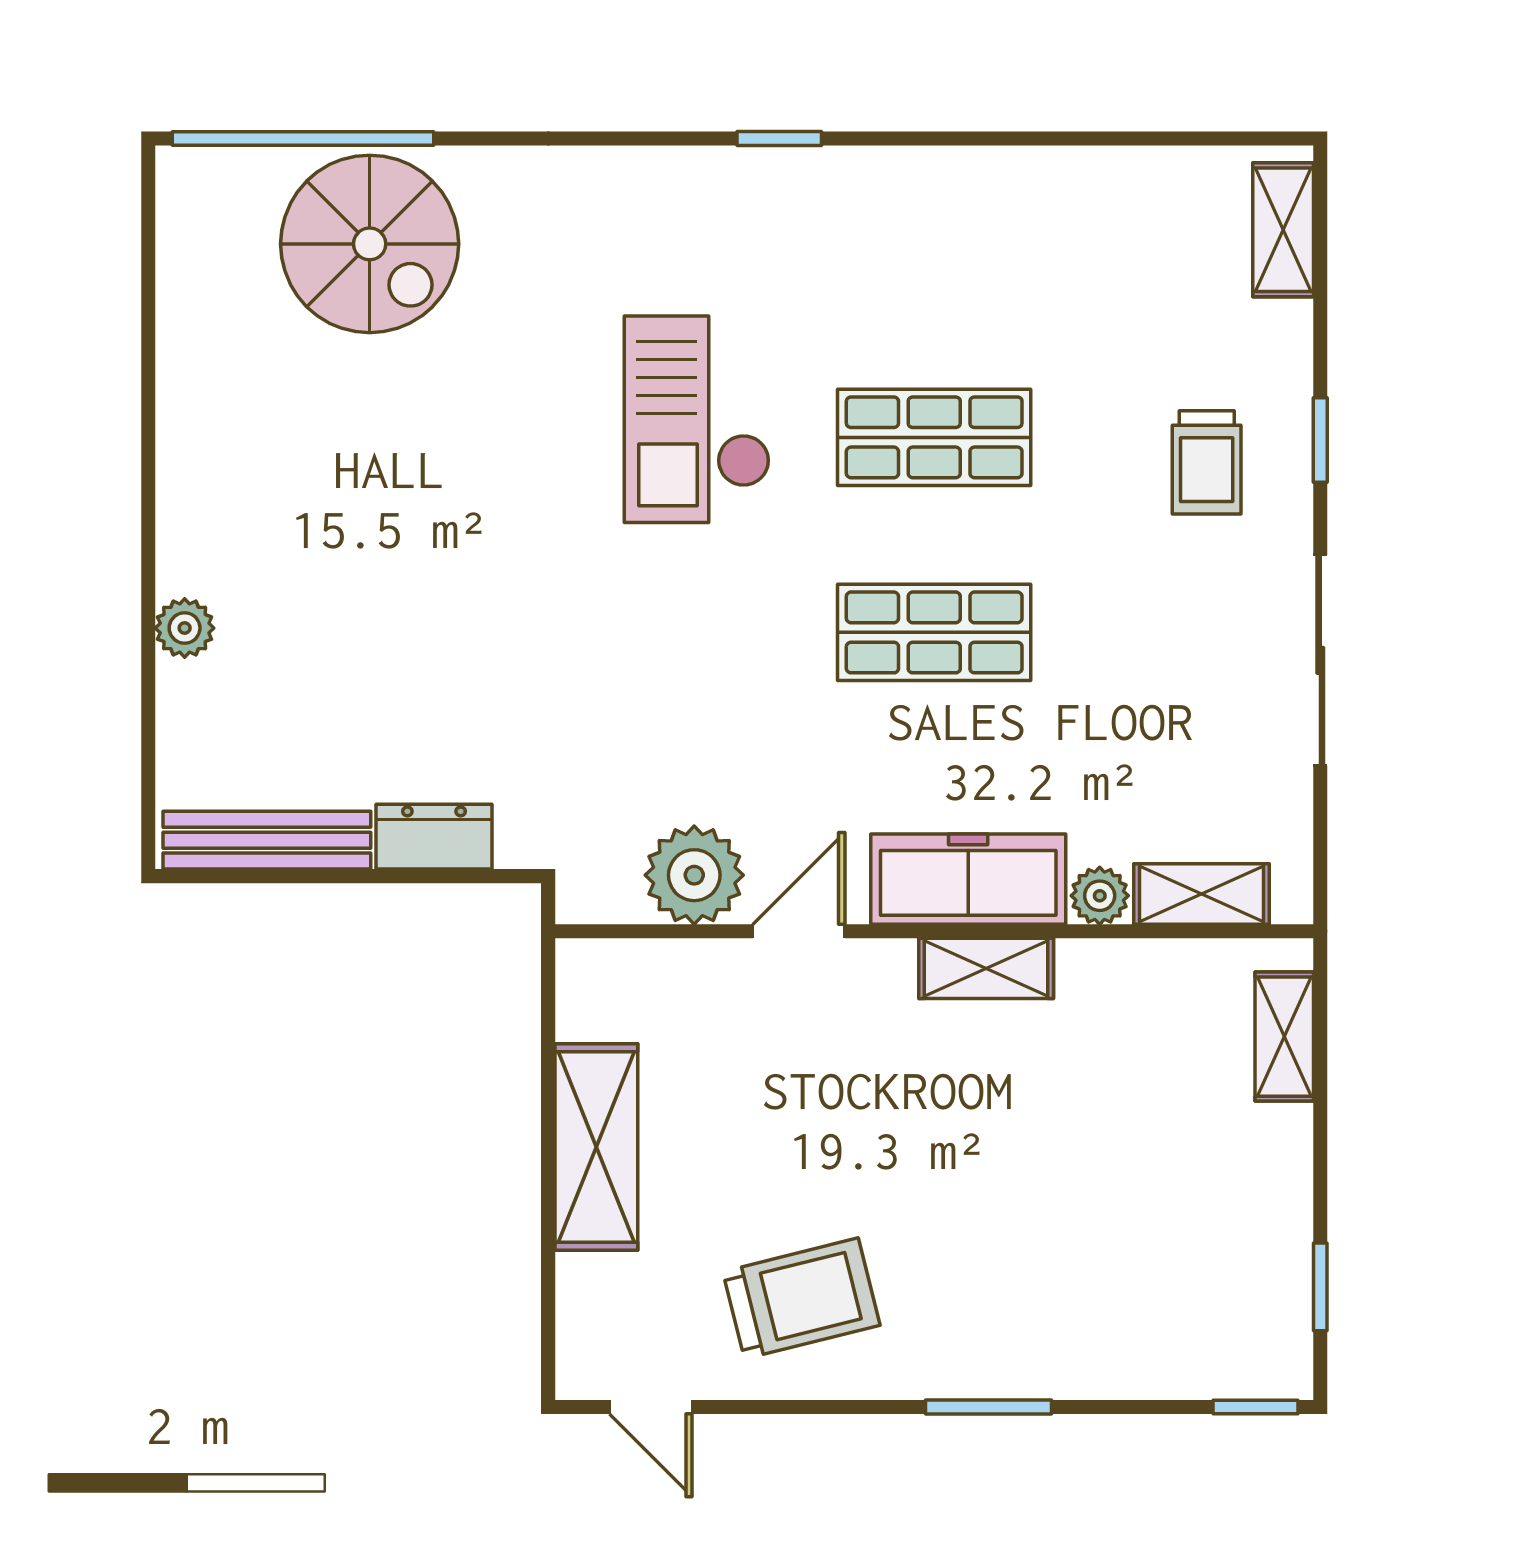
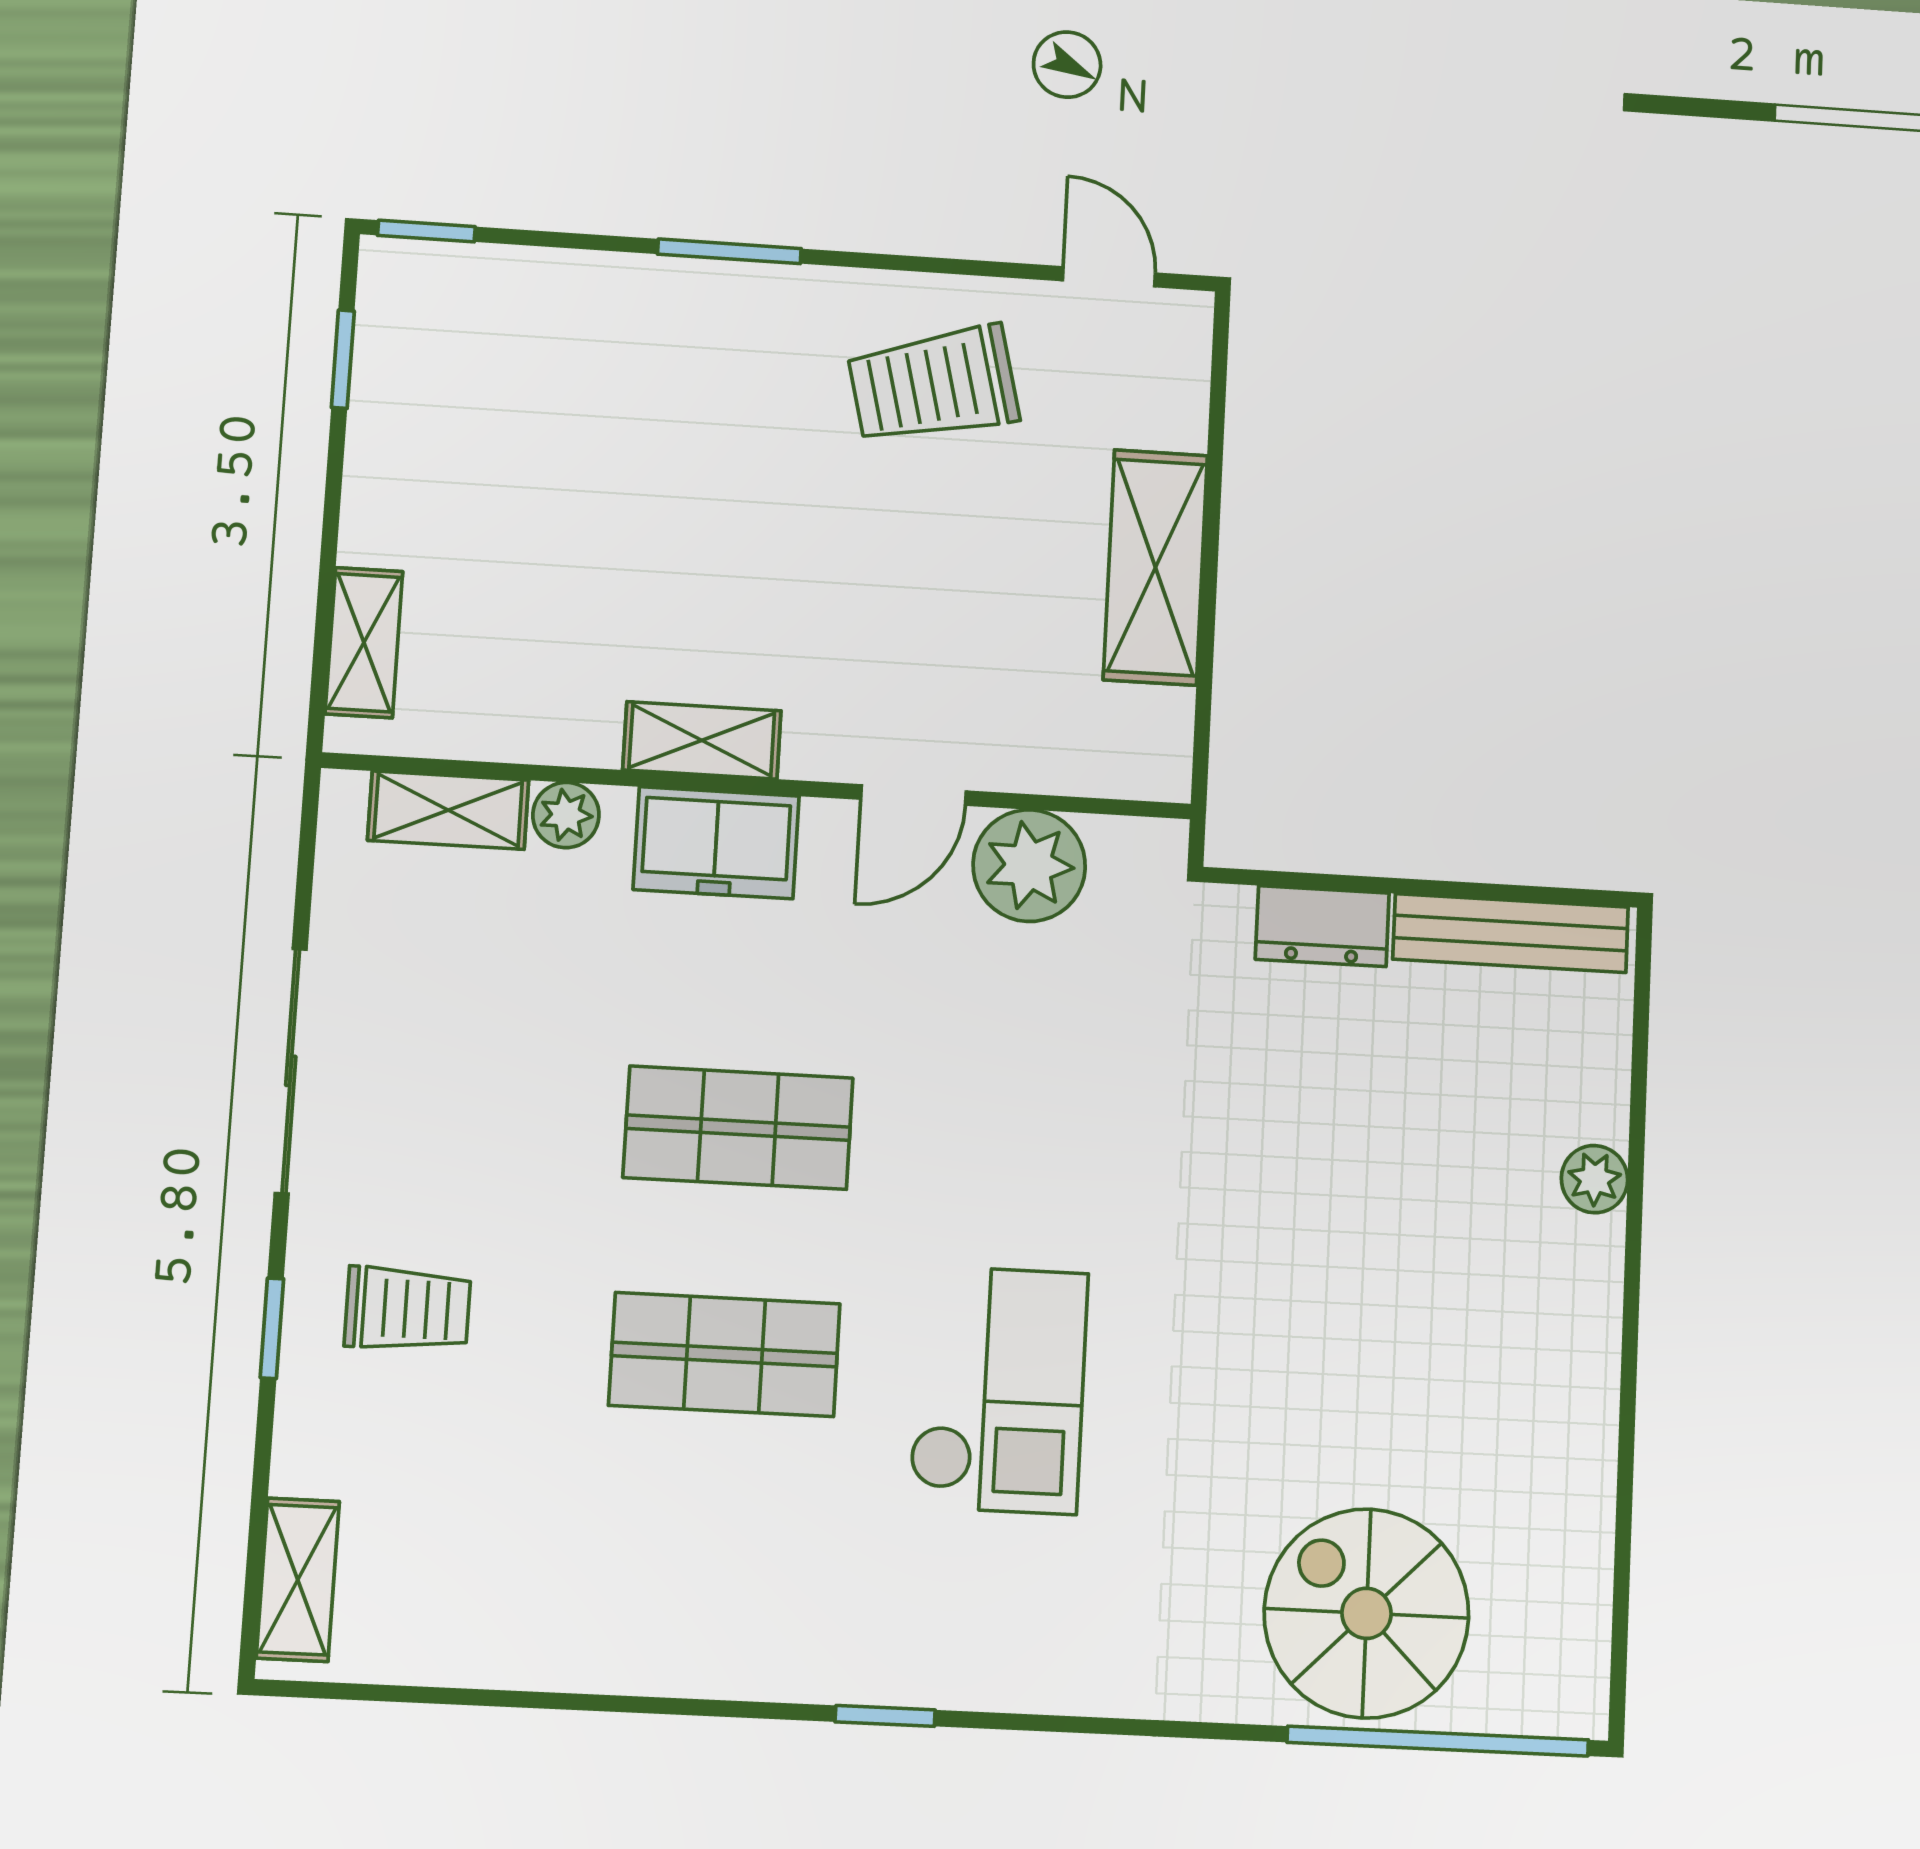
trolley: (1207, 462) -> (408, 1309), turned 90
freezer: (968, 879) -> (716, 843), width x0.71

